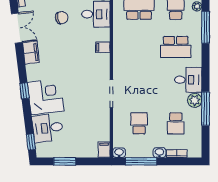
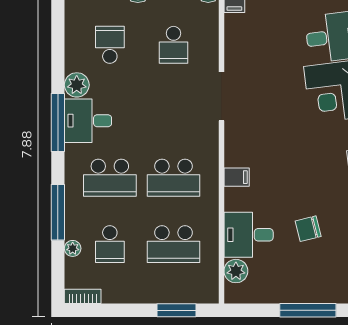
school desk: (139, 47) -> (174, 178), added
school desk: (176, 47) -> (110, 178), turned 180
window: (205, 109) -> (58, 123), moved

